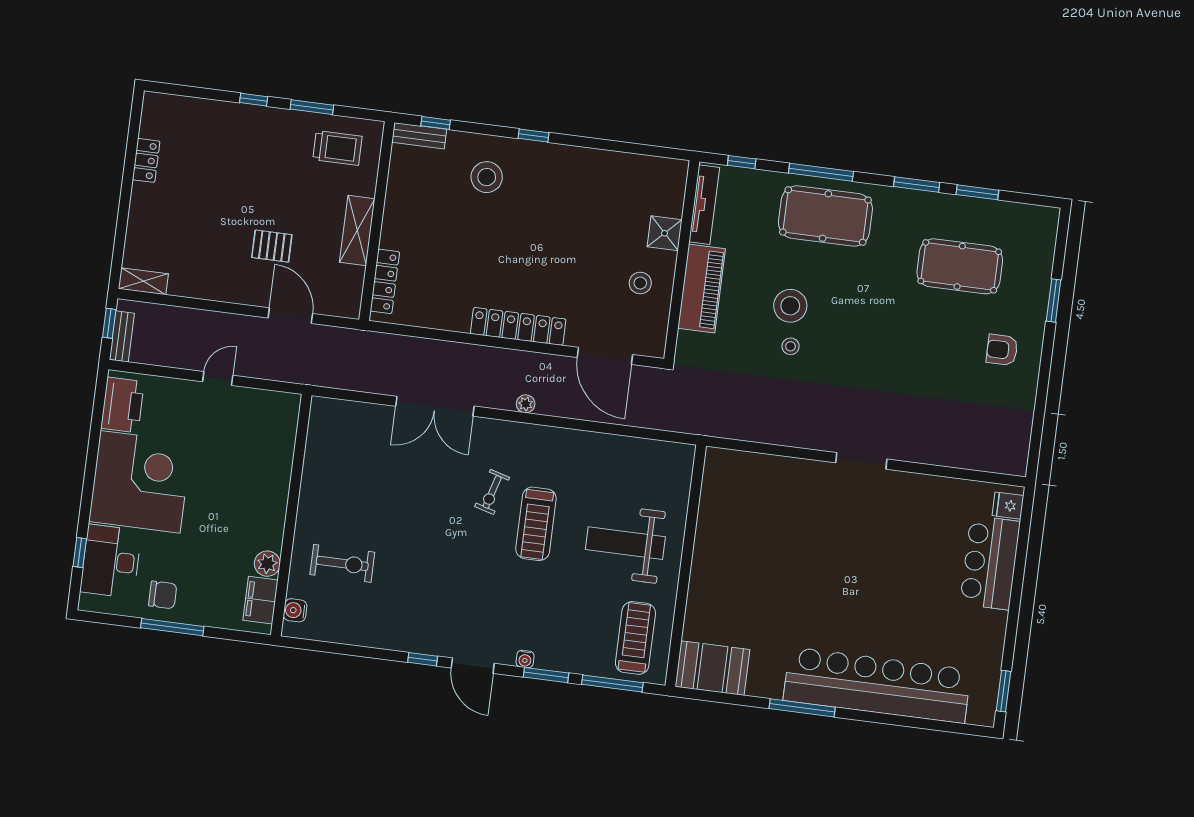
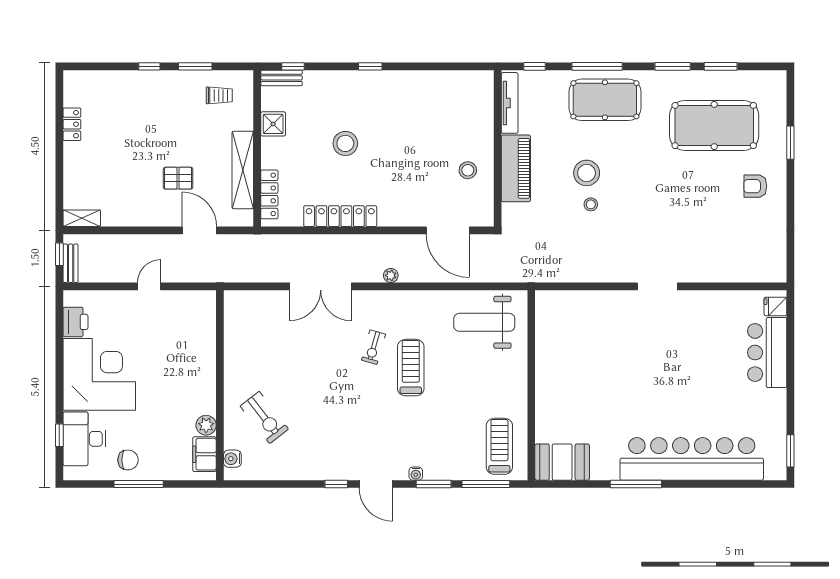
trolley: (337, 148) -> (219, 95), width x0.73, depth x0.72
stool: (487, 177) -> (345, 143), moved
shelving: (357, 231) -> (243, 170), width x1.47
shower: (665, 233) -> (273, 124), moved
pool table: (960, 266) -> (714, 126), width x1.36, depth x1.32
locker: (518, 326) -> (340, 216), moved
printer: (122, 405) -> (75, 322), width x0.73, depth x0.84
treadmill: (536, 524) -> (411, 368), turned 180
weight bench: (625, 543) -> (484, 322), moved
exercise bike: (342, 563) -> (264, 418), turned 52

